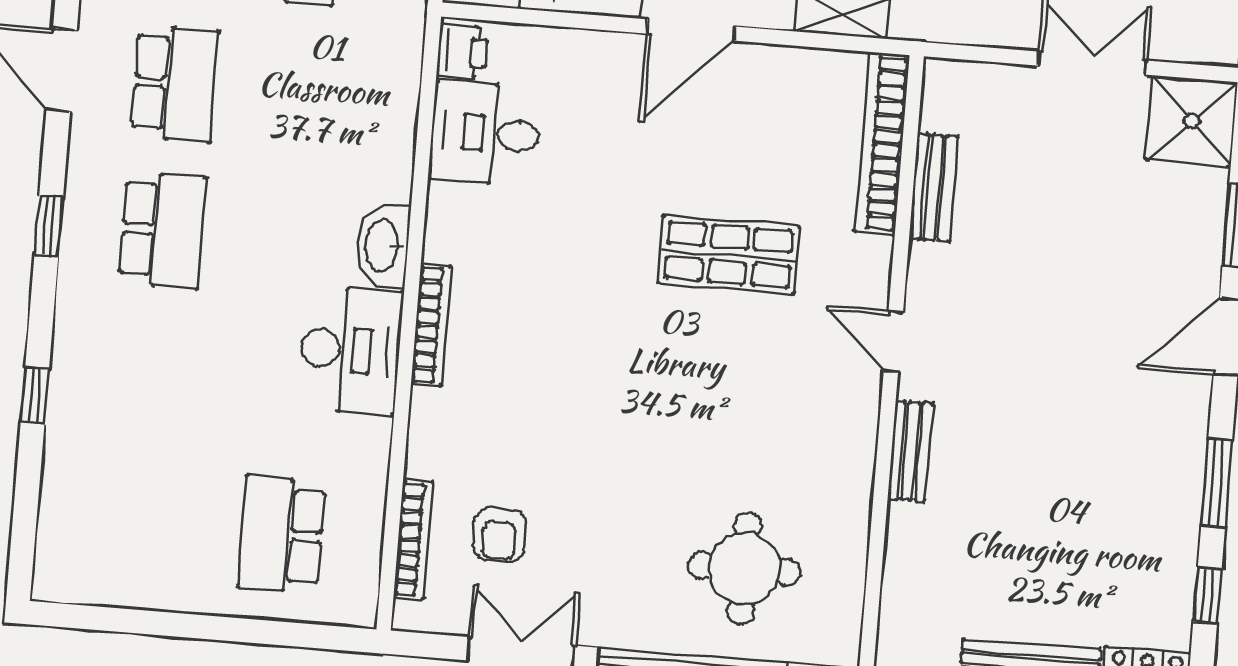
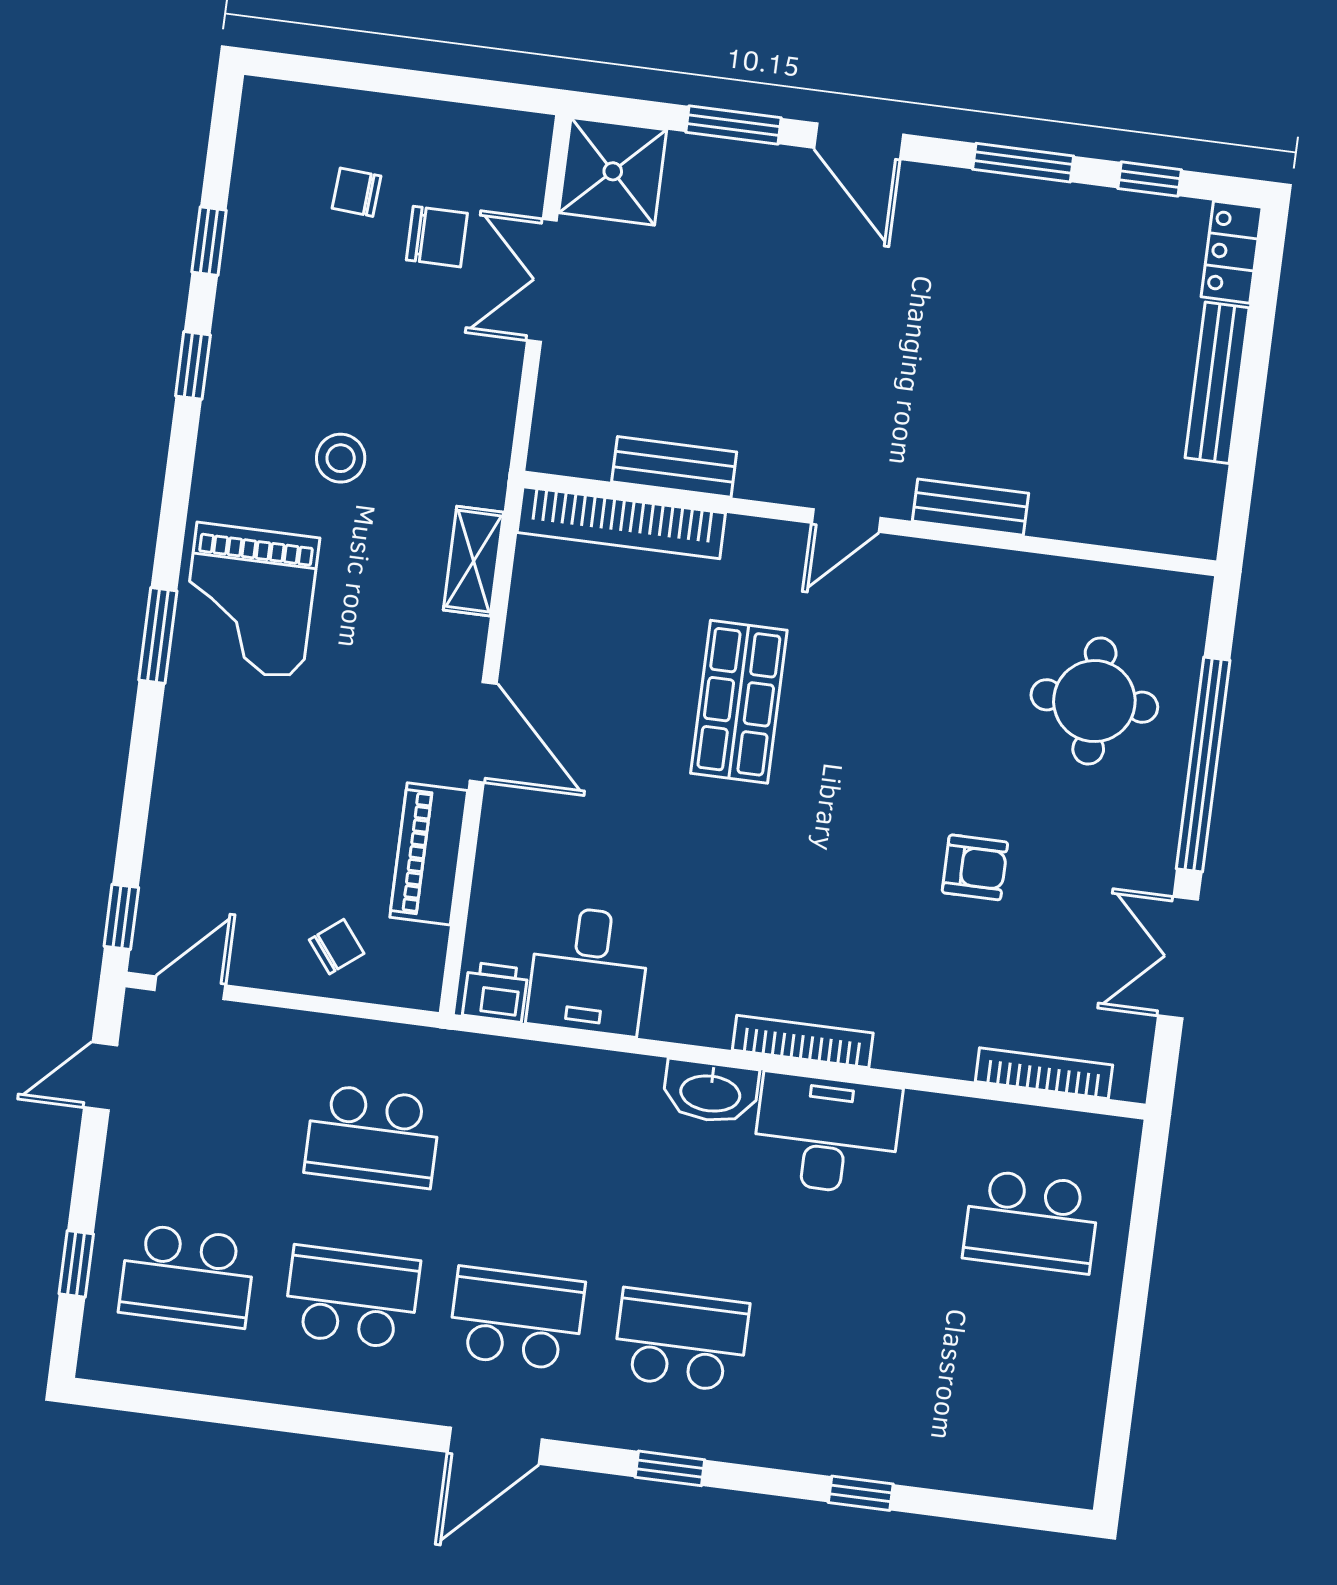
armchair: (500, 534) -> (975, 867), moved

